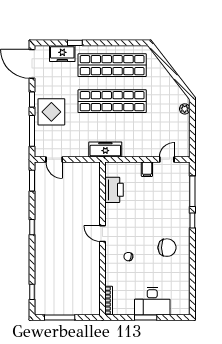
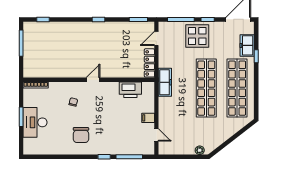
locker: (83, 168) -> (149, 63), added

